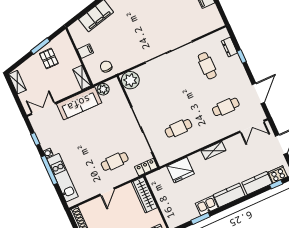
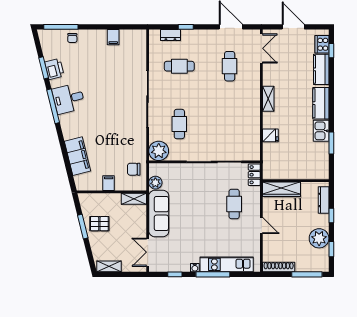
cafe table: (179, 128) -> (179, 124), moved
fridge: (181, 170) -> (270, 135), width x0.53, depth x0.75

